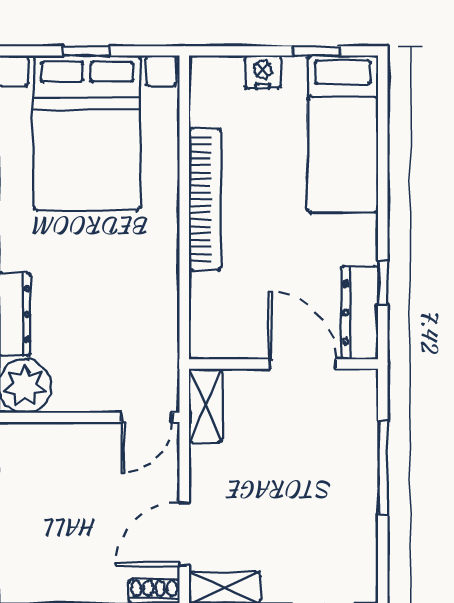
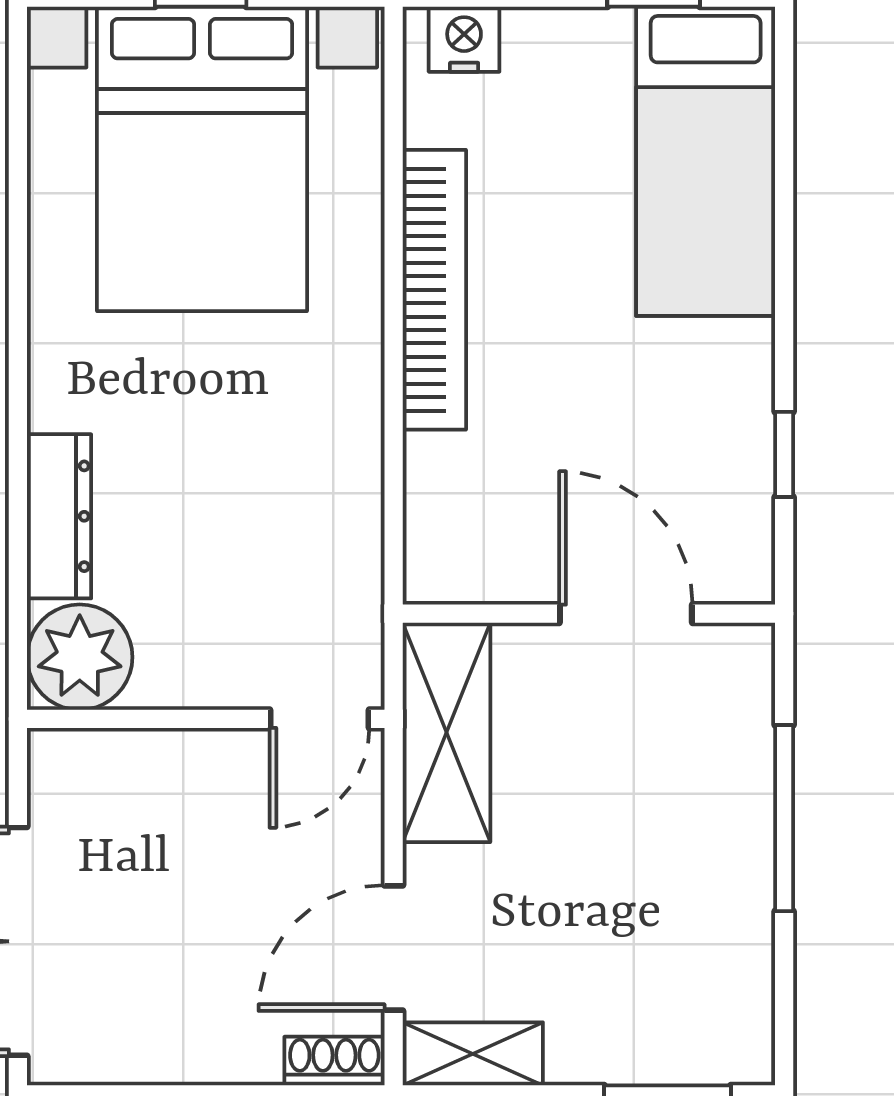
nightstand: (263, 72) -> (464, 39), moved
dresser: (360, 312) -> (739, 512), removed
shelving: (206, 406) -> (446, 732), width x1.50, depth x1.33

